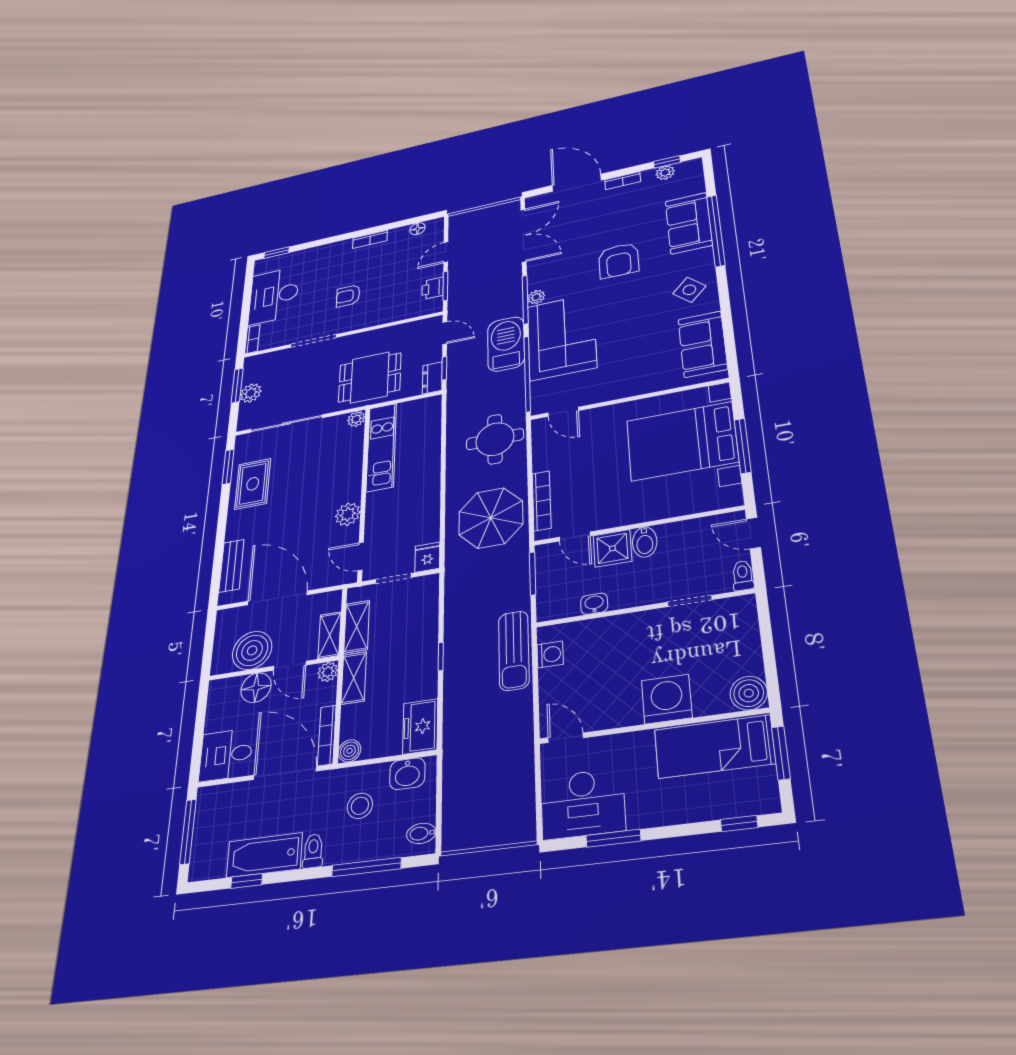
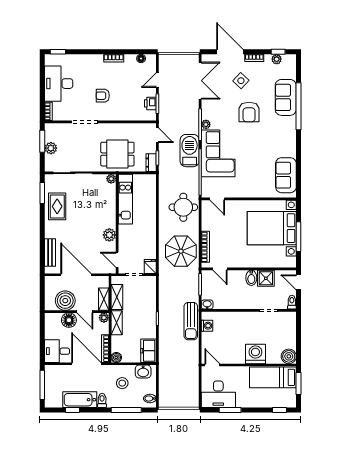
side table: (689, 290) -> (241, 81), moved
shower: (612, 548) -> (266, 278), moved
washbasin: (594, 604) -> (207, 304), moved

